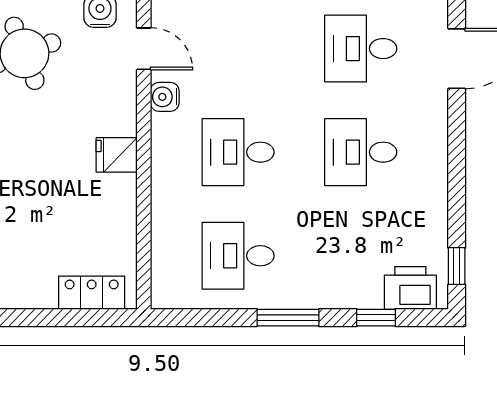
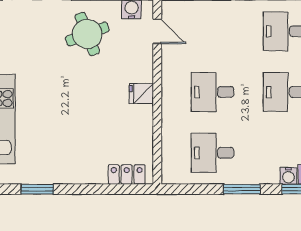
water cooler: (165, 97) -> (288, 176), moved, turned -90

